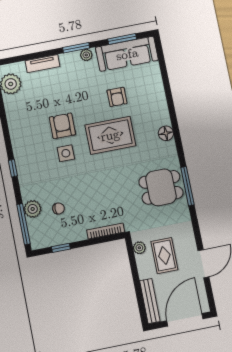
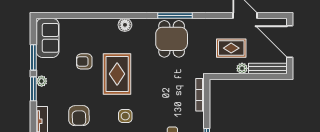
window: (122, 39) -> (33, 57), moved
sofa: (127, 54) -> (47, 38), width x0.73
armchair: (117, 97) -> (84, 61), turned 180
armchair: (62, 126) -> (79, 116), moved, turned -91
plant: (139, 248) -> (242, 68), moved

